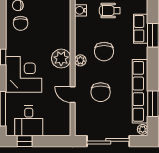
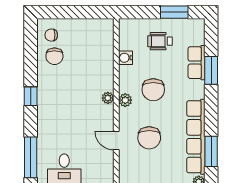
water cooler: (80, 10) -> (125, 58), moved
plant: (61, 59) -> (108, 98), width x0.53, depth x0.53
corner desk: (24, 74) -> (58, 117), removed

